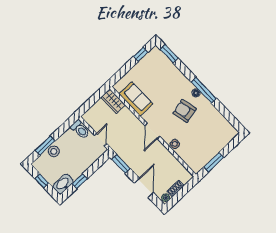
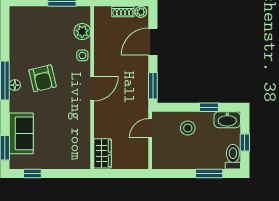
sofa: (136, 99) -> (21, 133), moved, turned 180
toilet: (80, 130) -> (233, 157), moved
stool: (54, 151) -> (188, 128), moved
plant: (187, 157) -> (82, 32), added

